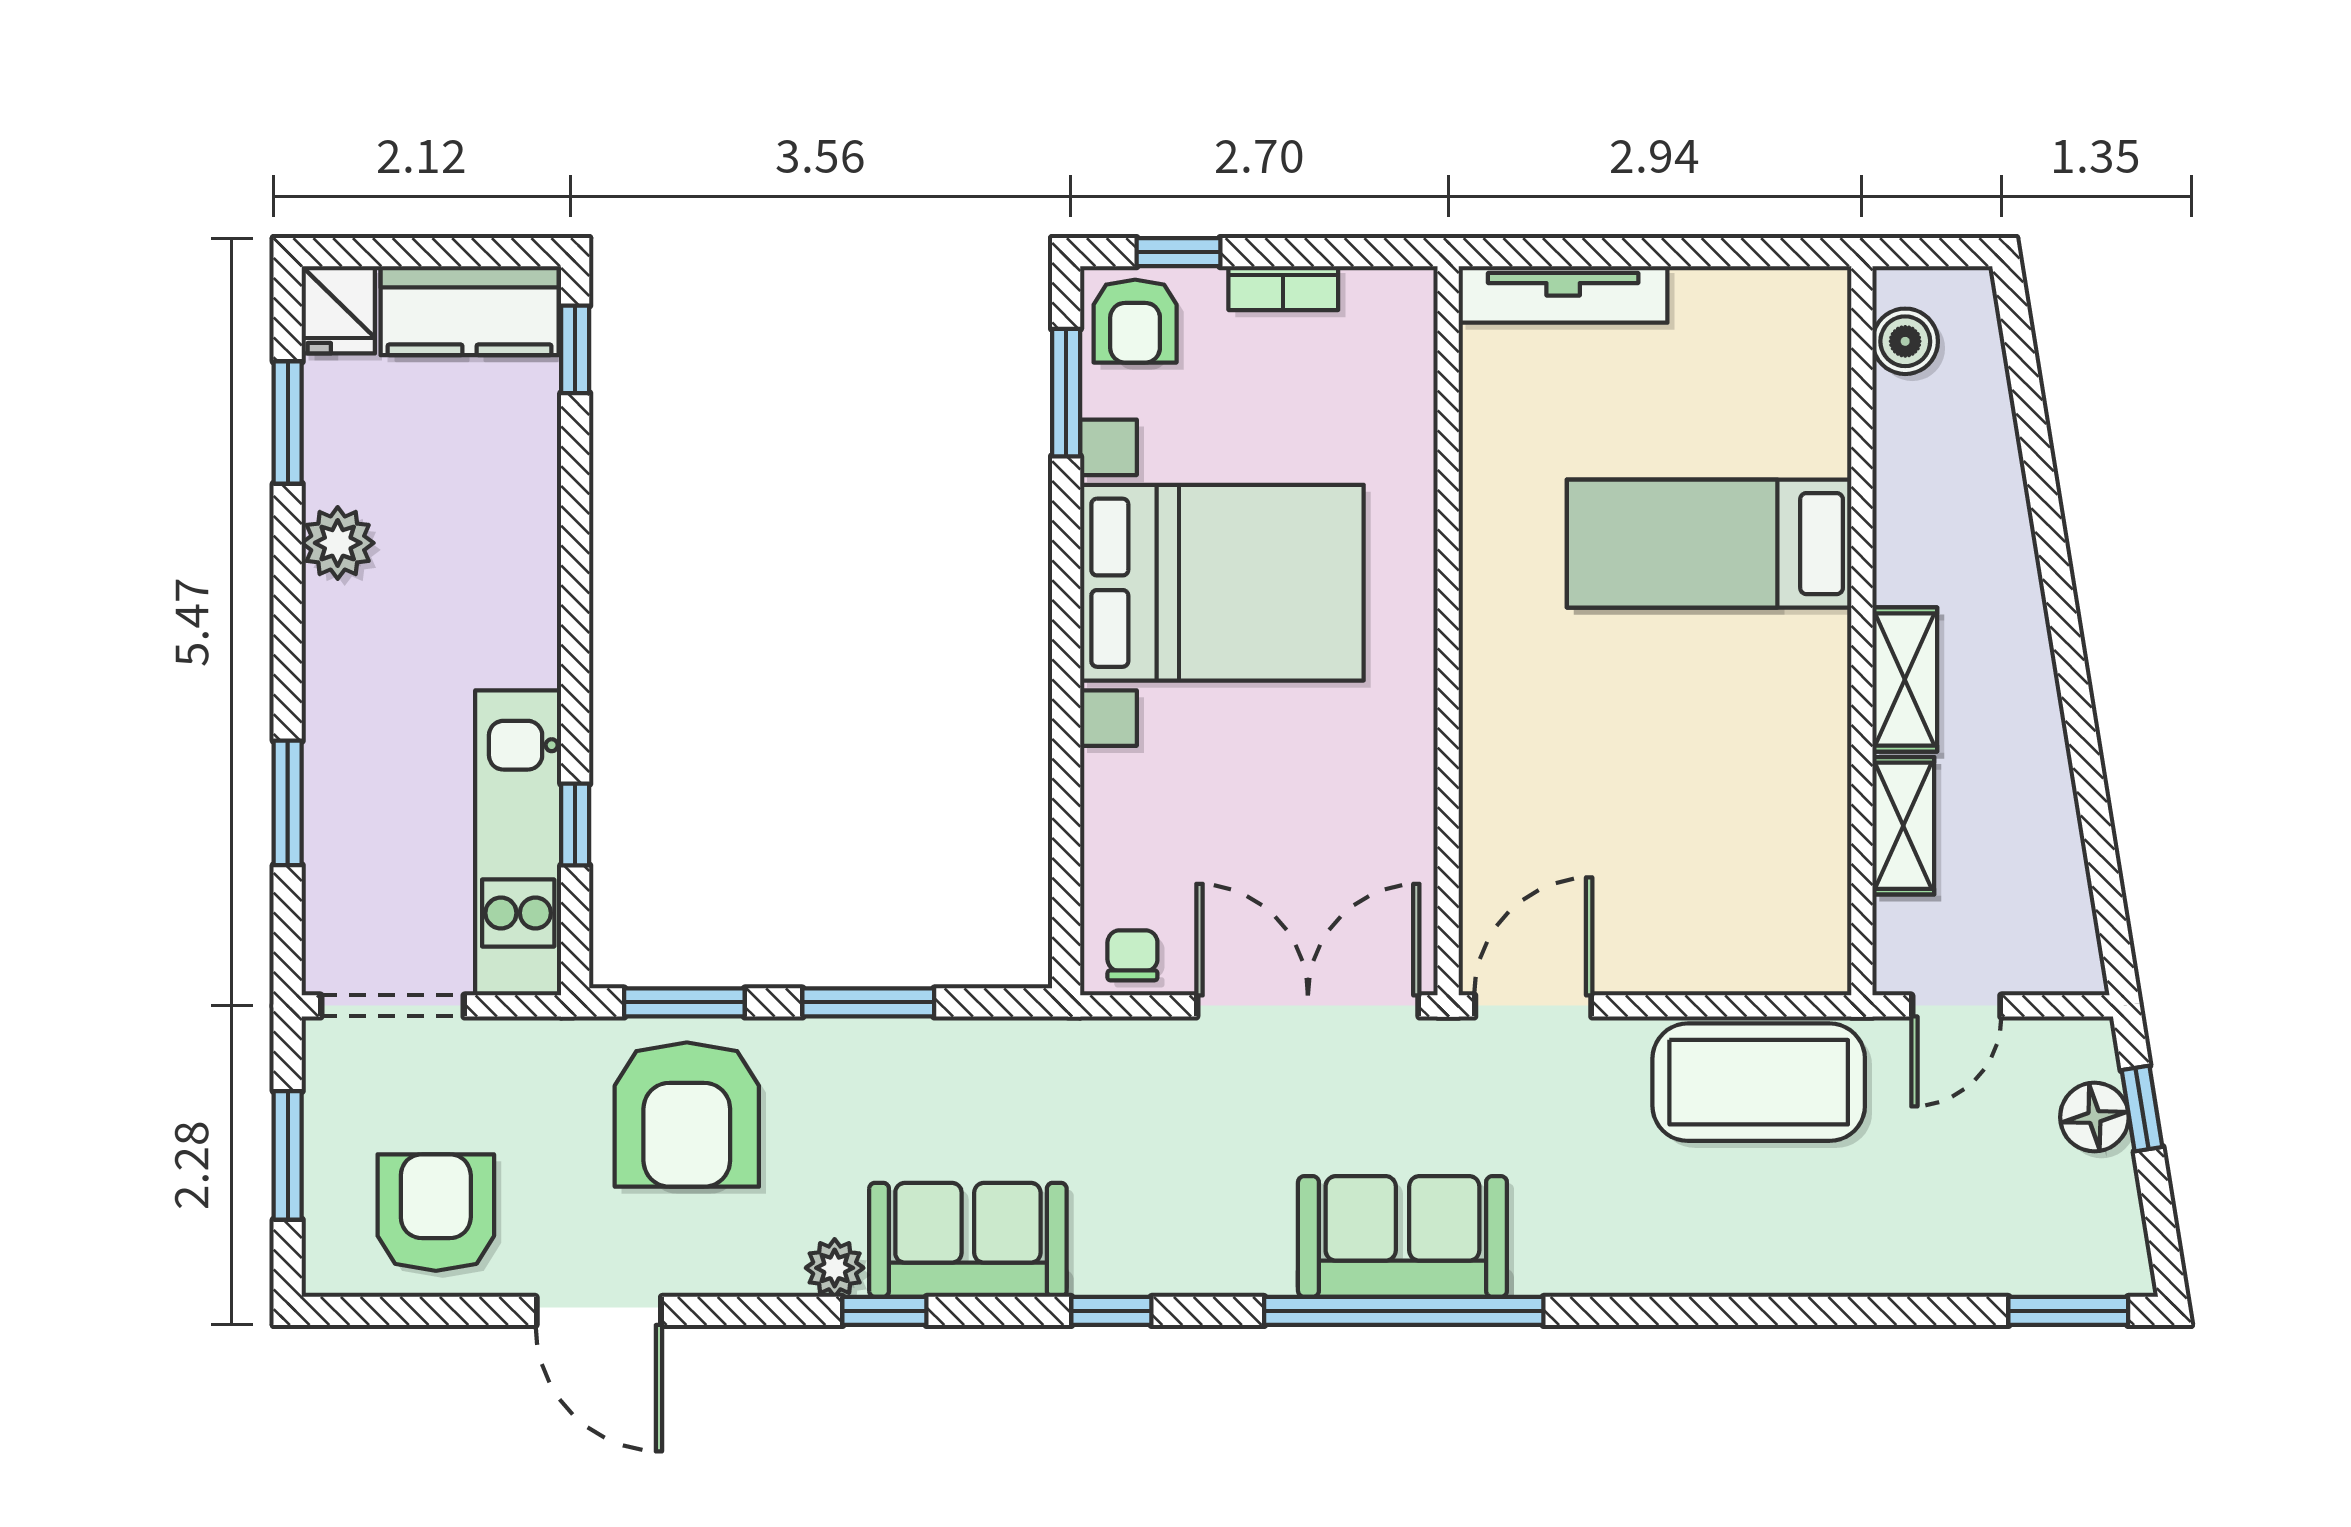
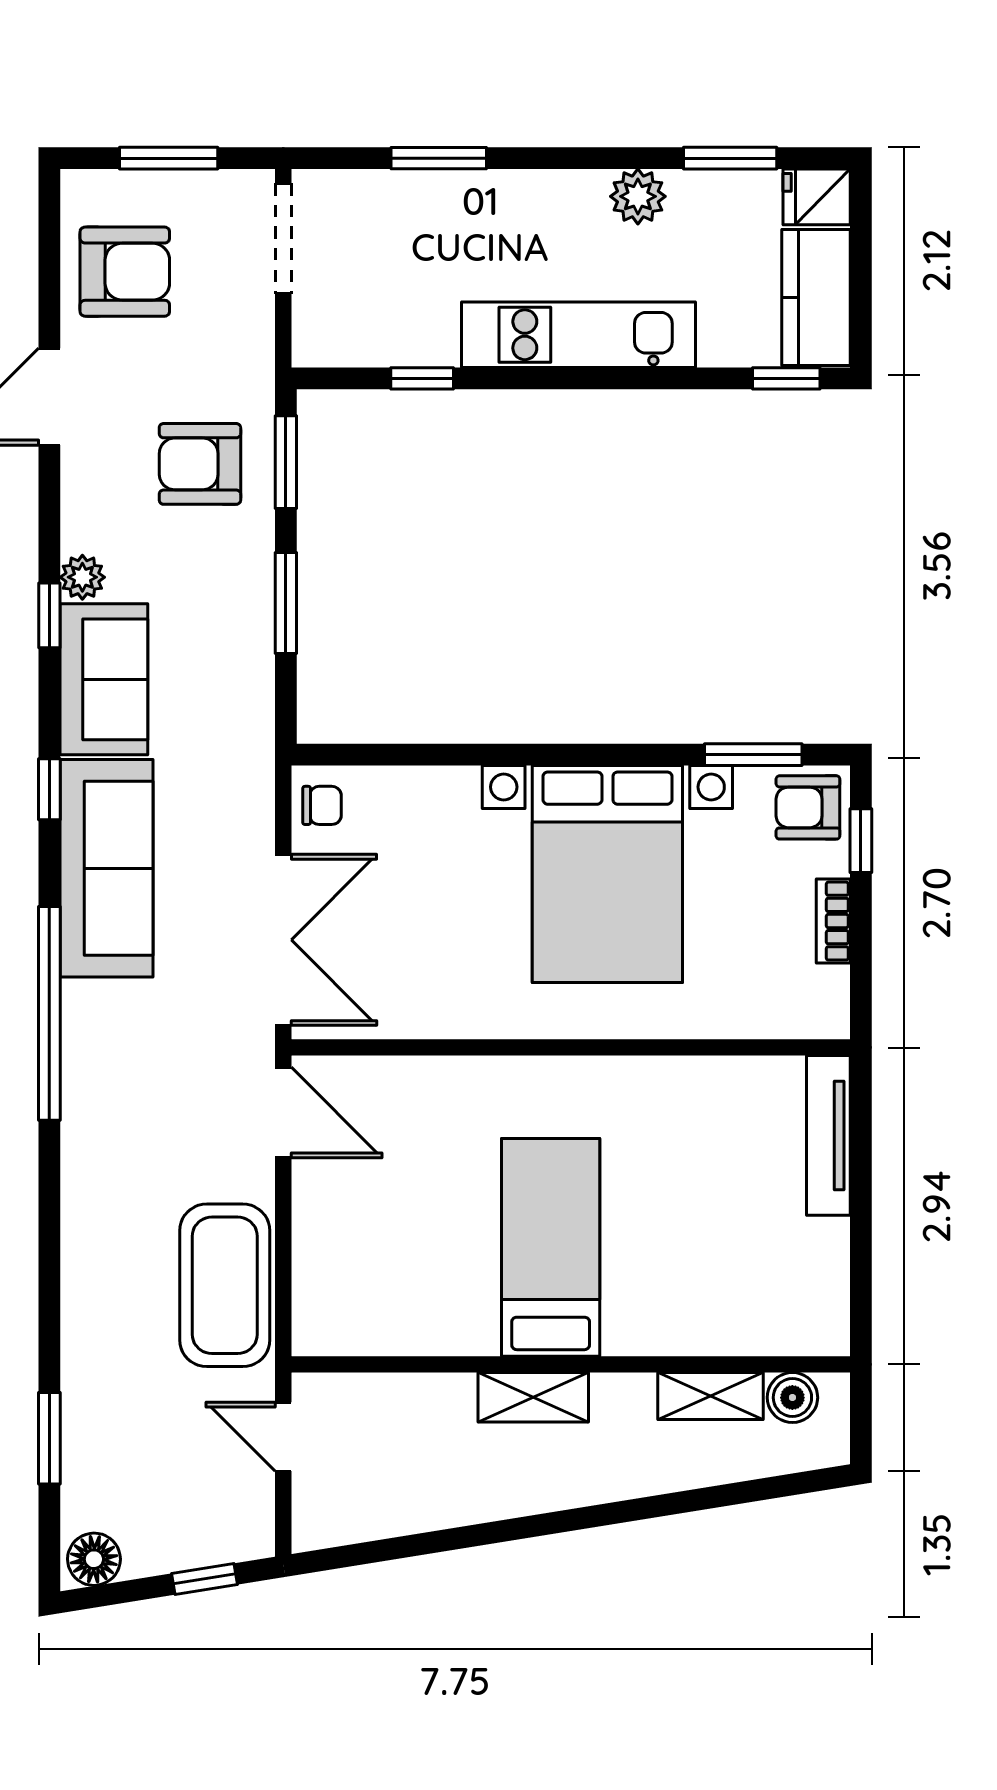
bed: (1709, 544) -> (551, 1247), moved
shelving: (1903, 826) -> (710, 1396), moved
kitchen unit: (518, 843) -> (579, 335), moved
armchair: (687, 1115) -> (200, 464), width x0.73, depth x0.73
floor lamp: (2094, 1117) -> (94, 1559), moved
sofa: (1402, 1237) -> (107, 868), moved, width x1.36
window: (2068, 1311) -> (49, 1438), moved

